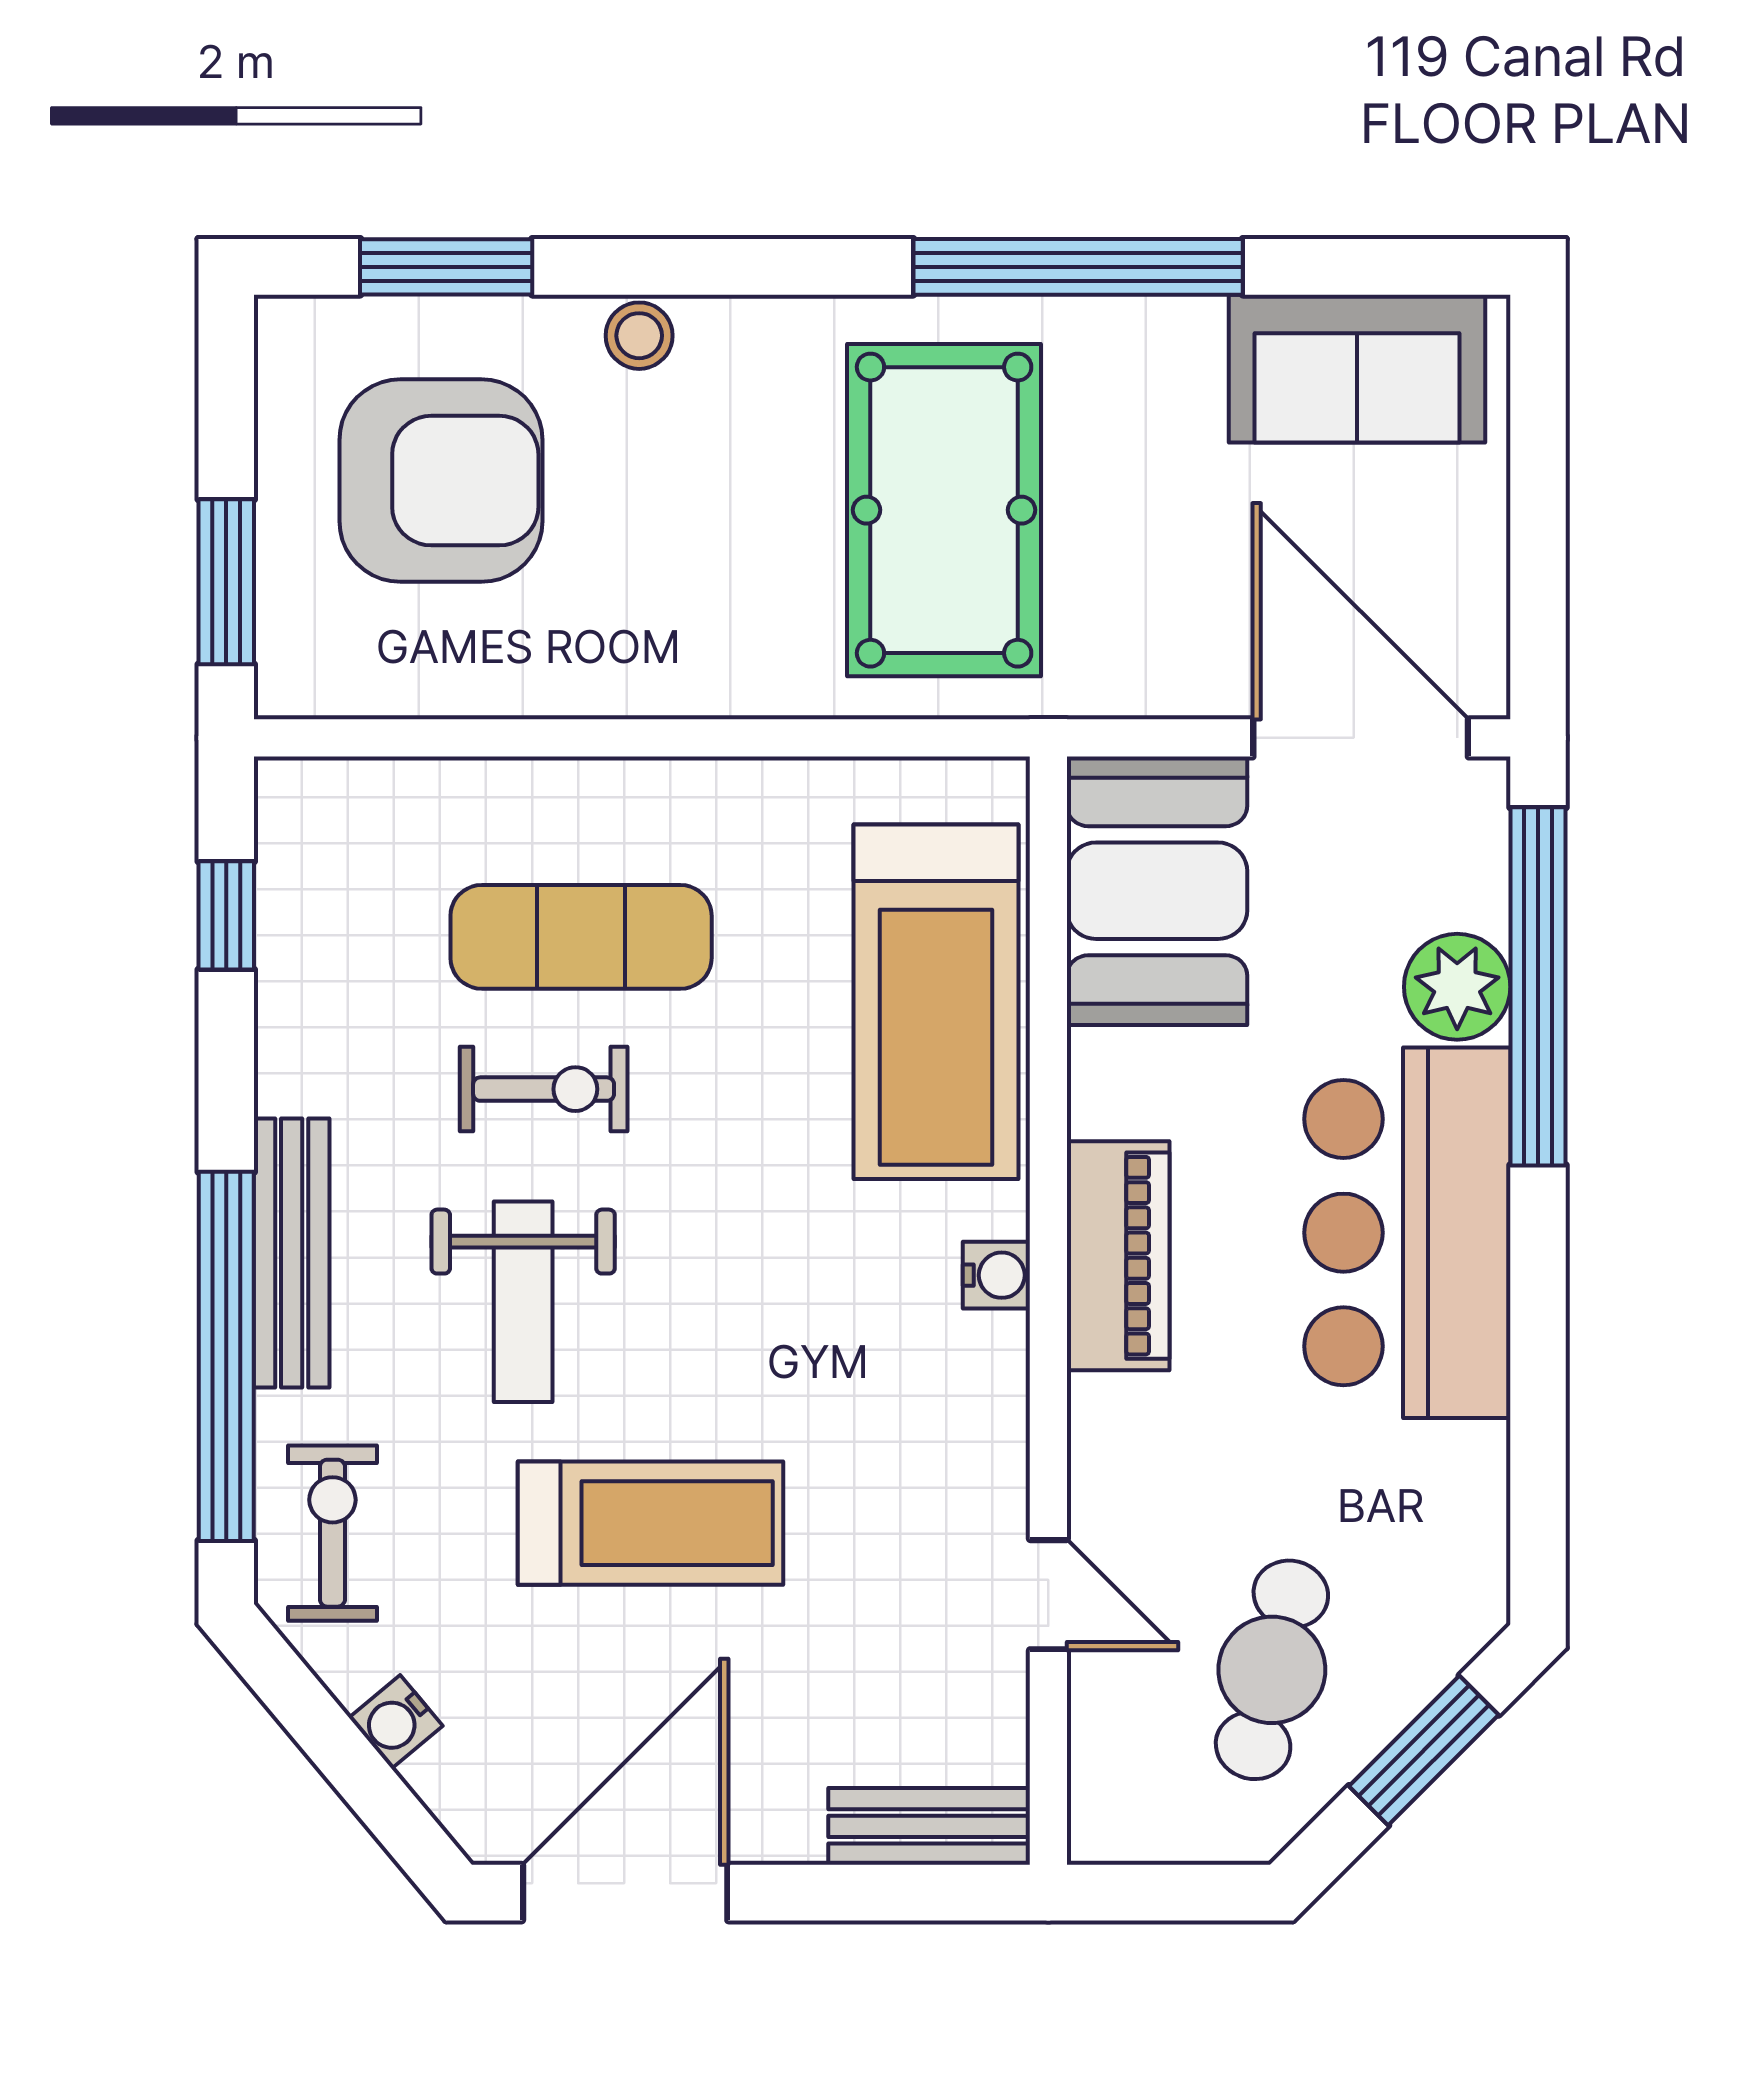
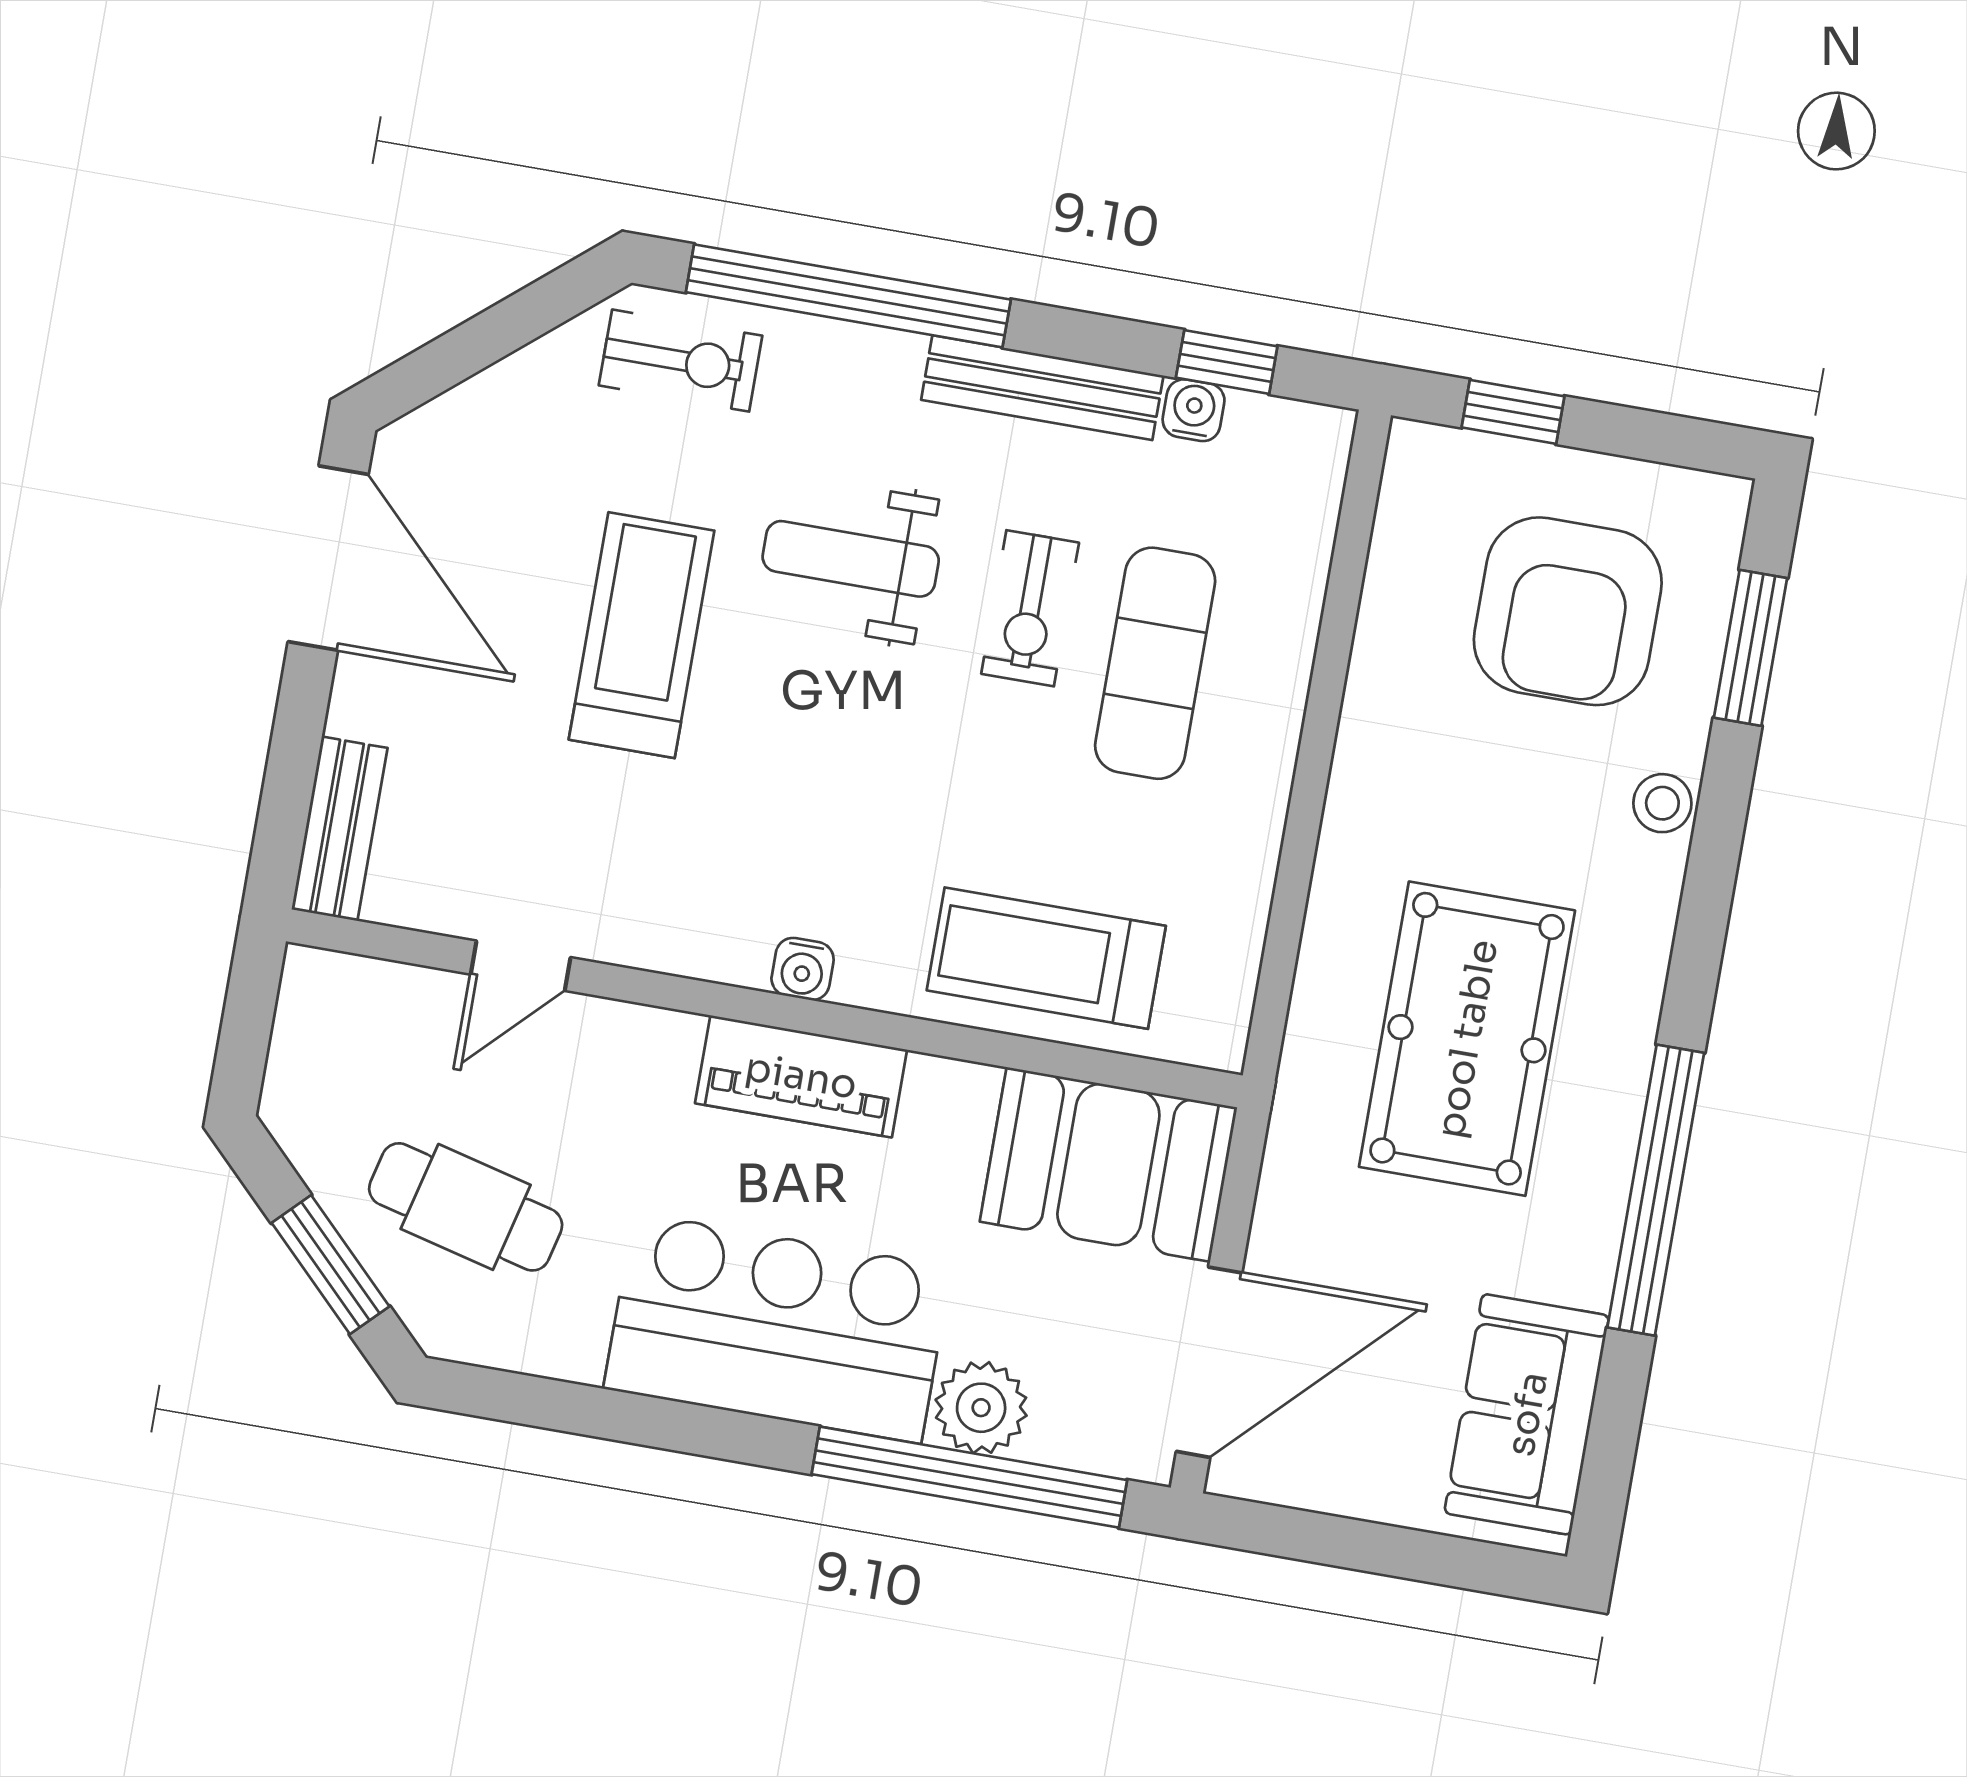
pool table: (944, 510) -> (1467, 1039), turned 90
window: (226, 582) -> (1513, 412), width x0.67
treadmill: (936, 1002) -> (1046, 958), width x0.73, depth x0.73
bench: (292, 1253) -> (1042, 388), moved
treadmill: (651, 1523) -> (642, 635), turned 180
cafe table: (1272, 1670) -> (466, 1207), moved
water cooler: (396, 1722) -> (1194, 410), moved, turned 40

